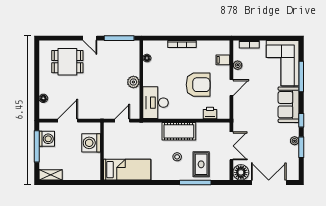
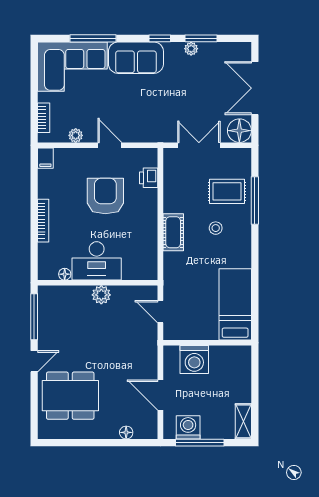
filing cabinet: (223, 60) -> (45, 158), moved
dining table: (67, 62) -> (70, 396), width x1.38
desk: (156, 103) -> (97, 261), moved
cot: (179, 131) -> (173, 232), width x0.73, depth x0.75

